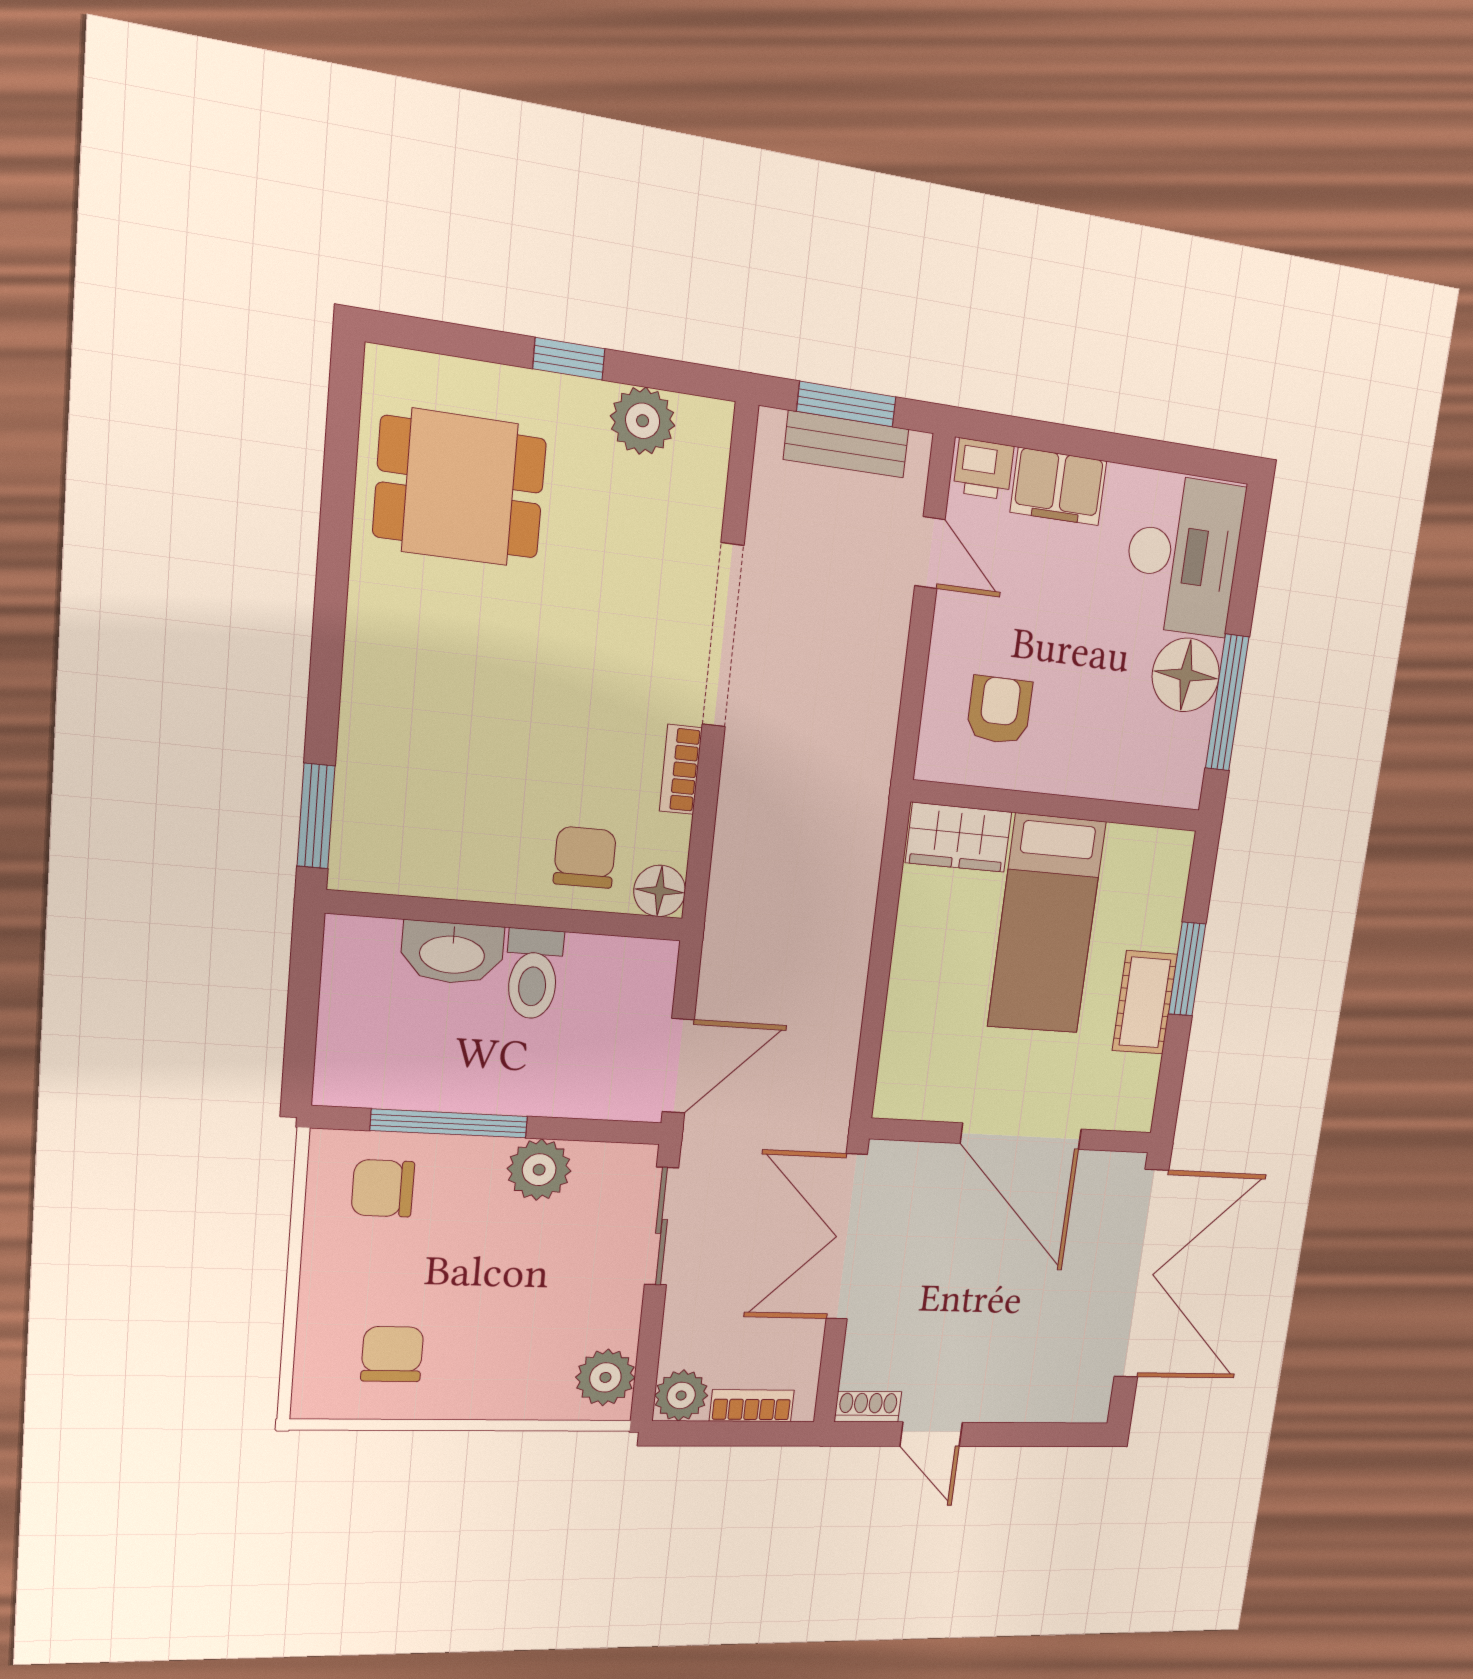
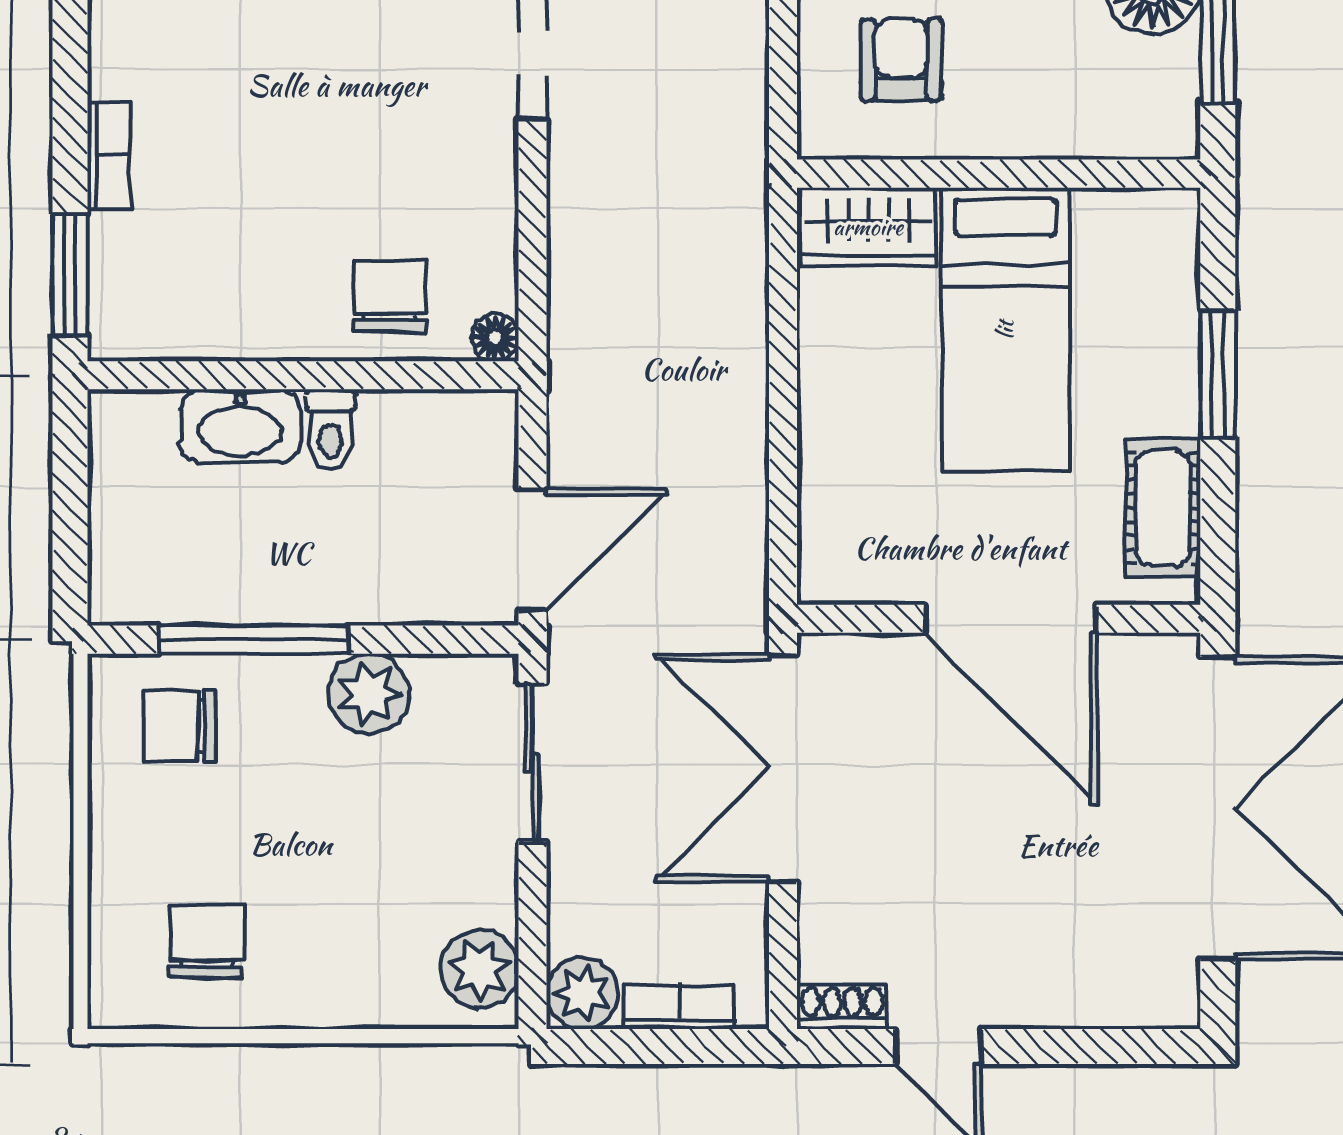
bookcase: (681, 769) -> (109, 155), moved, turned 180
floor lamp: (660, 891) -> (495, 338), width x0.73, depth x0.73
toilet: (533, 974) -> (331, 429), width x0.73, depth x0.72
cot: (1145, 1002) -> (1163, 508), moved

